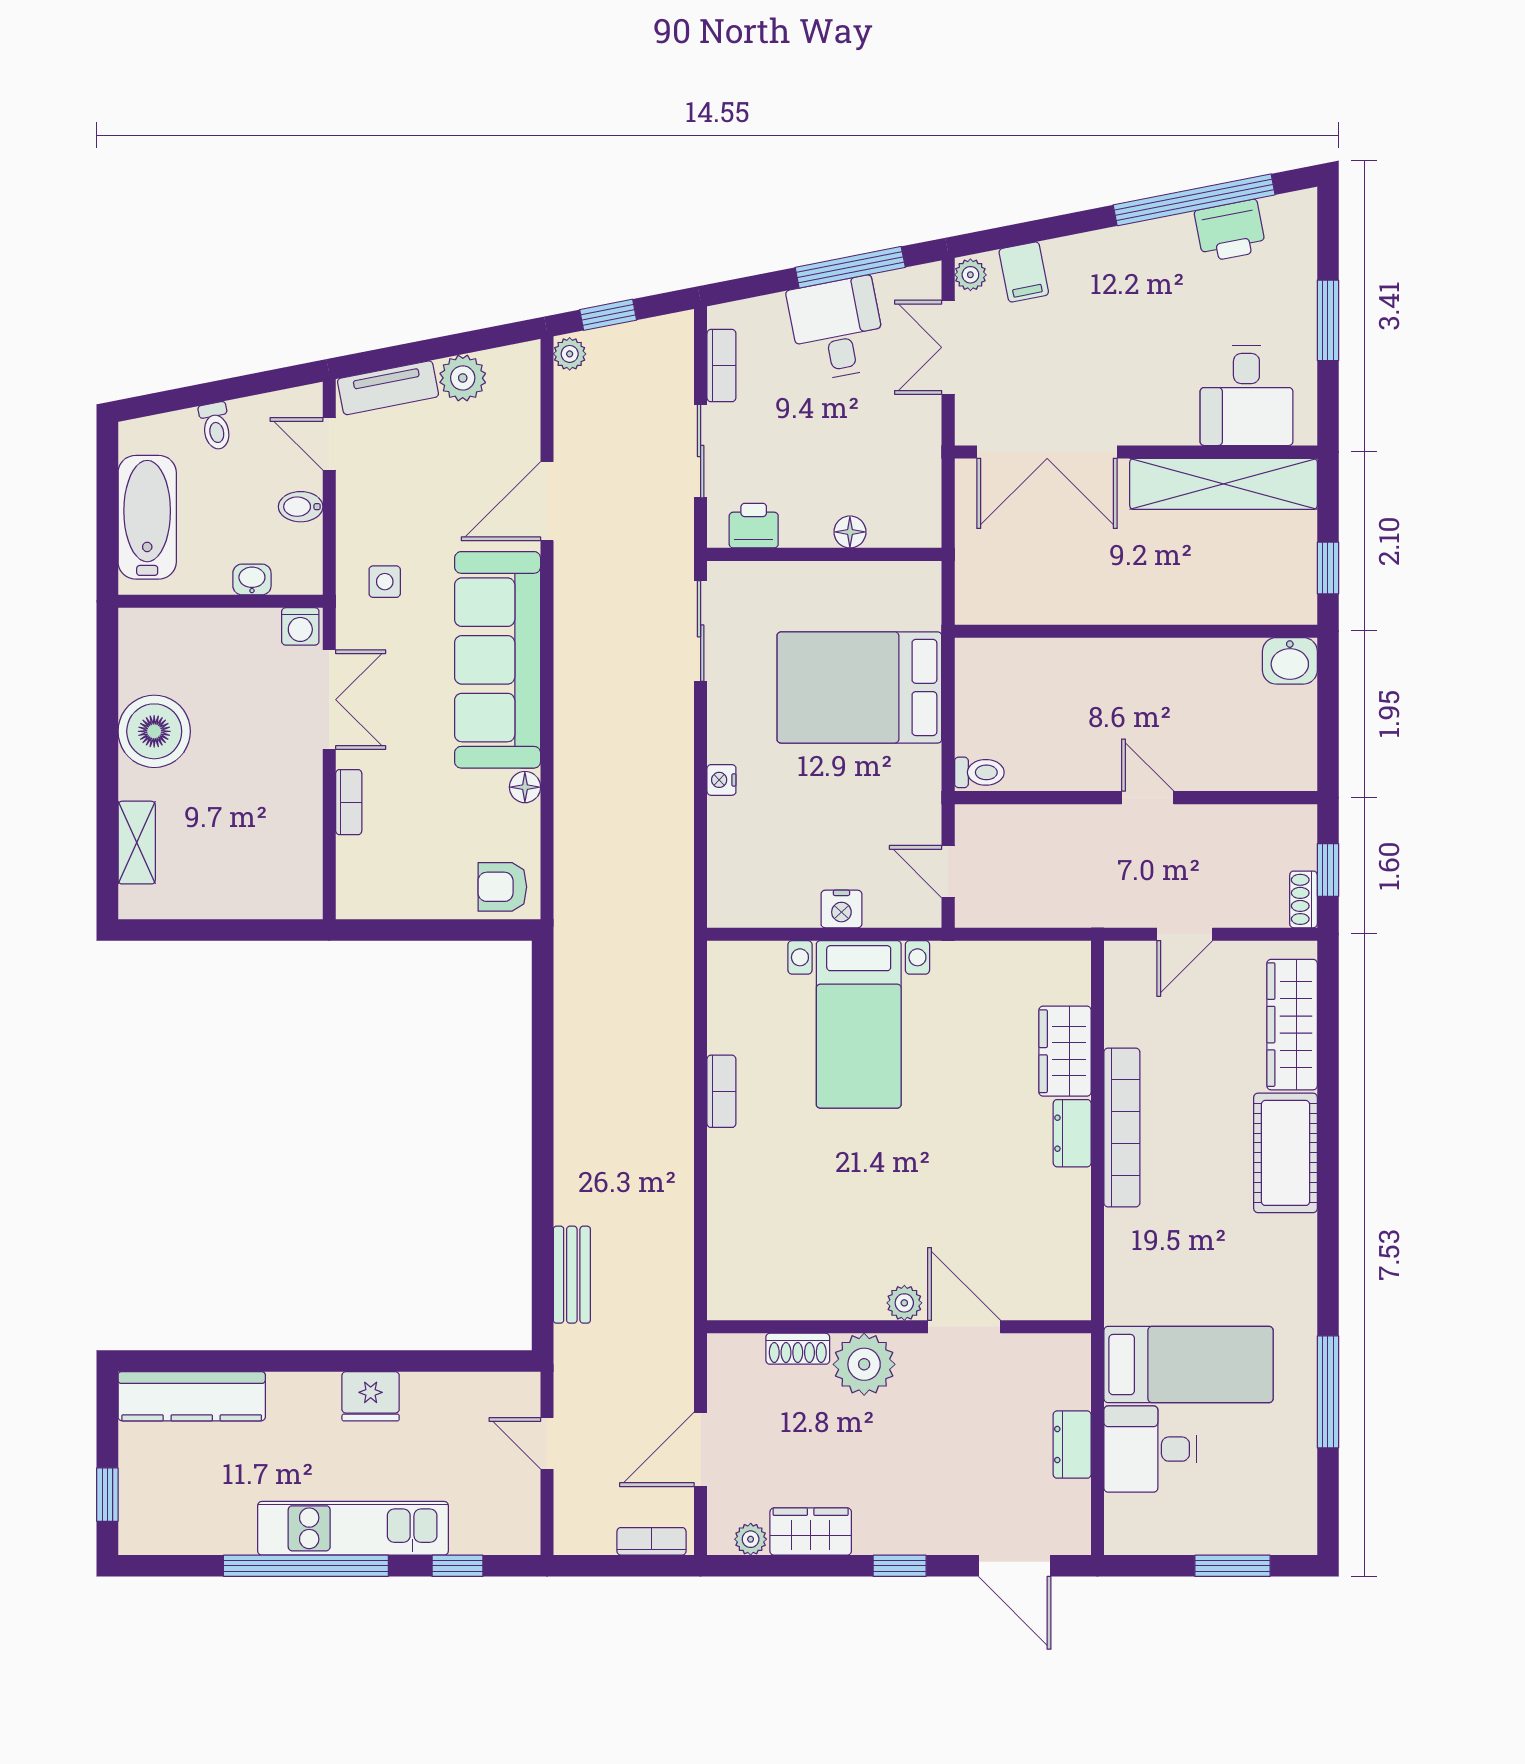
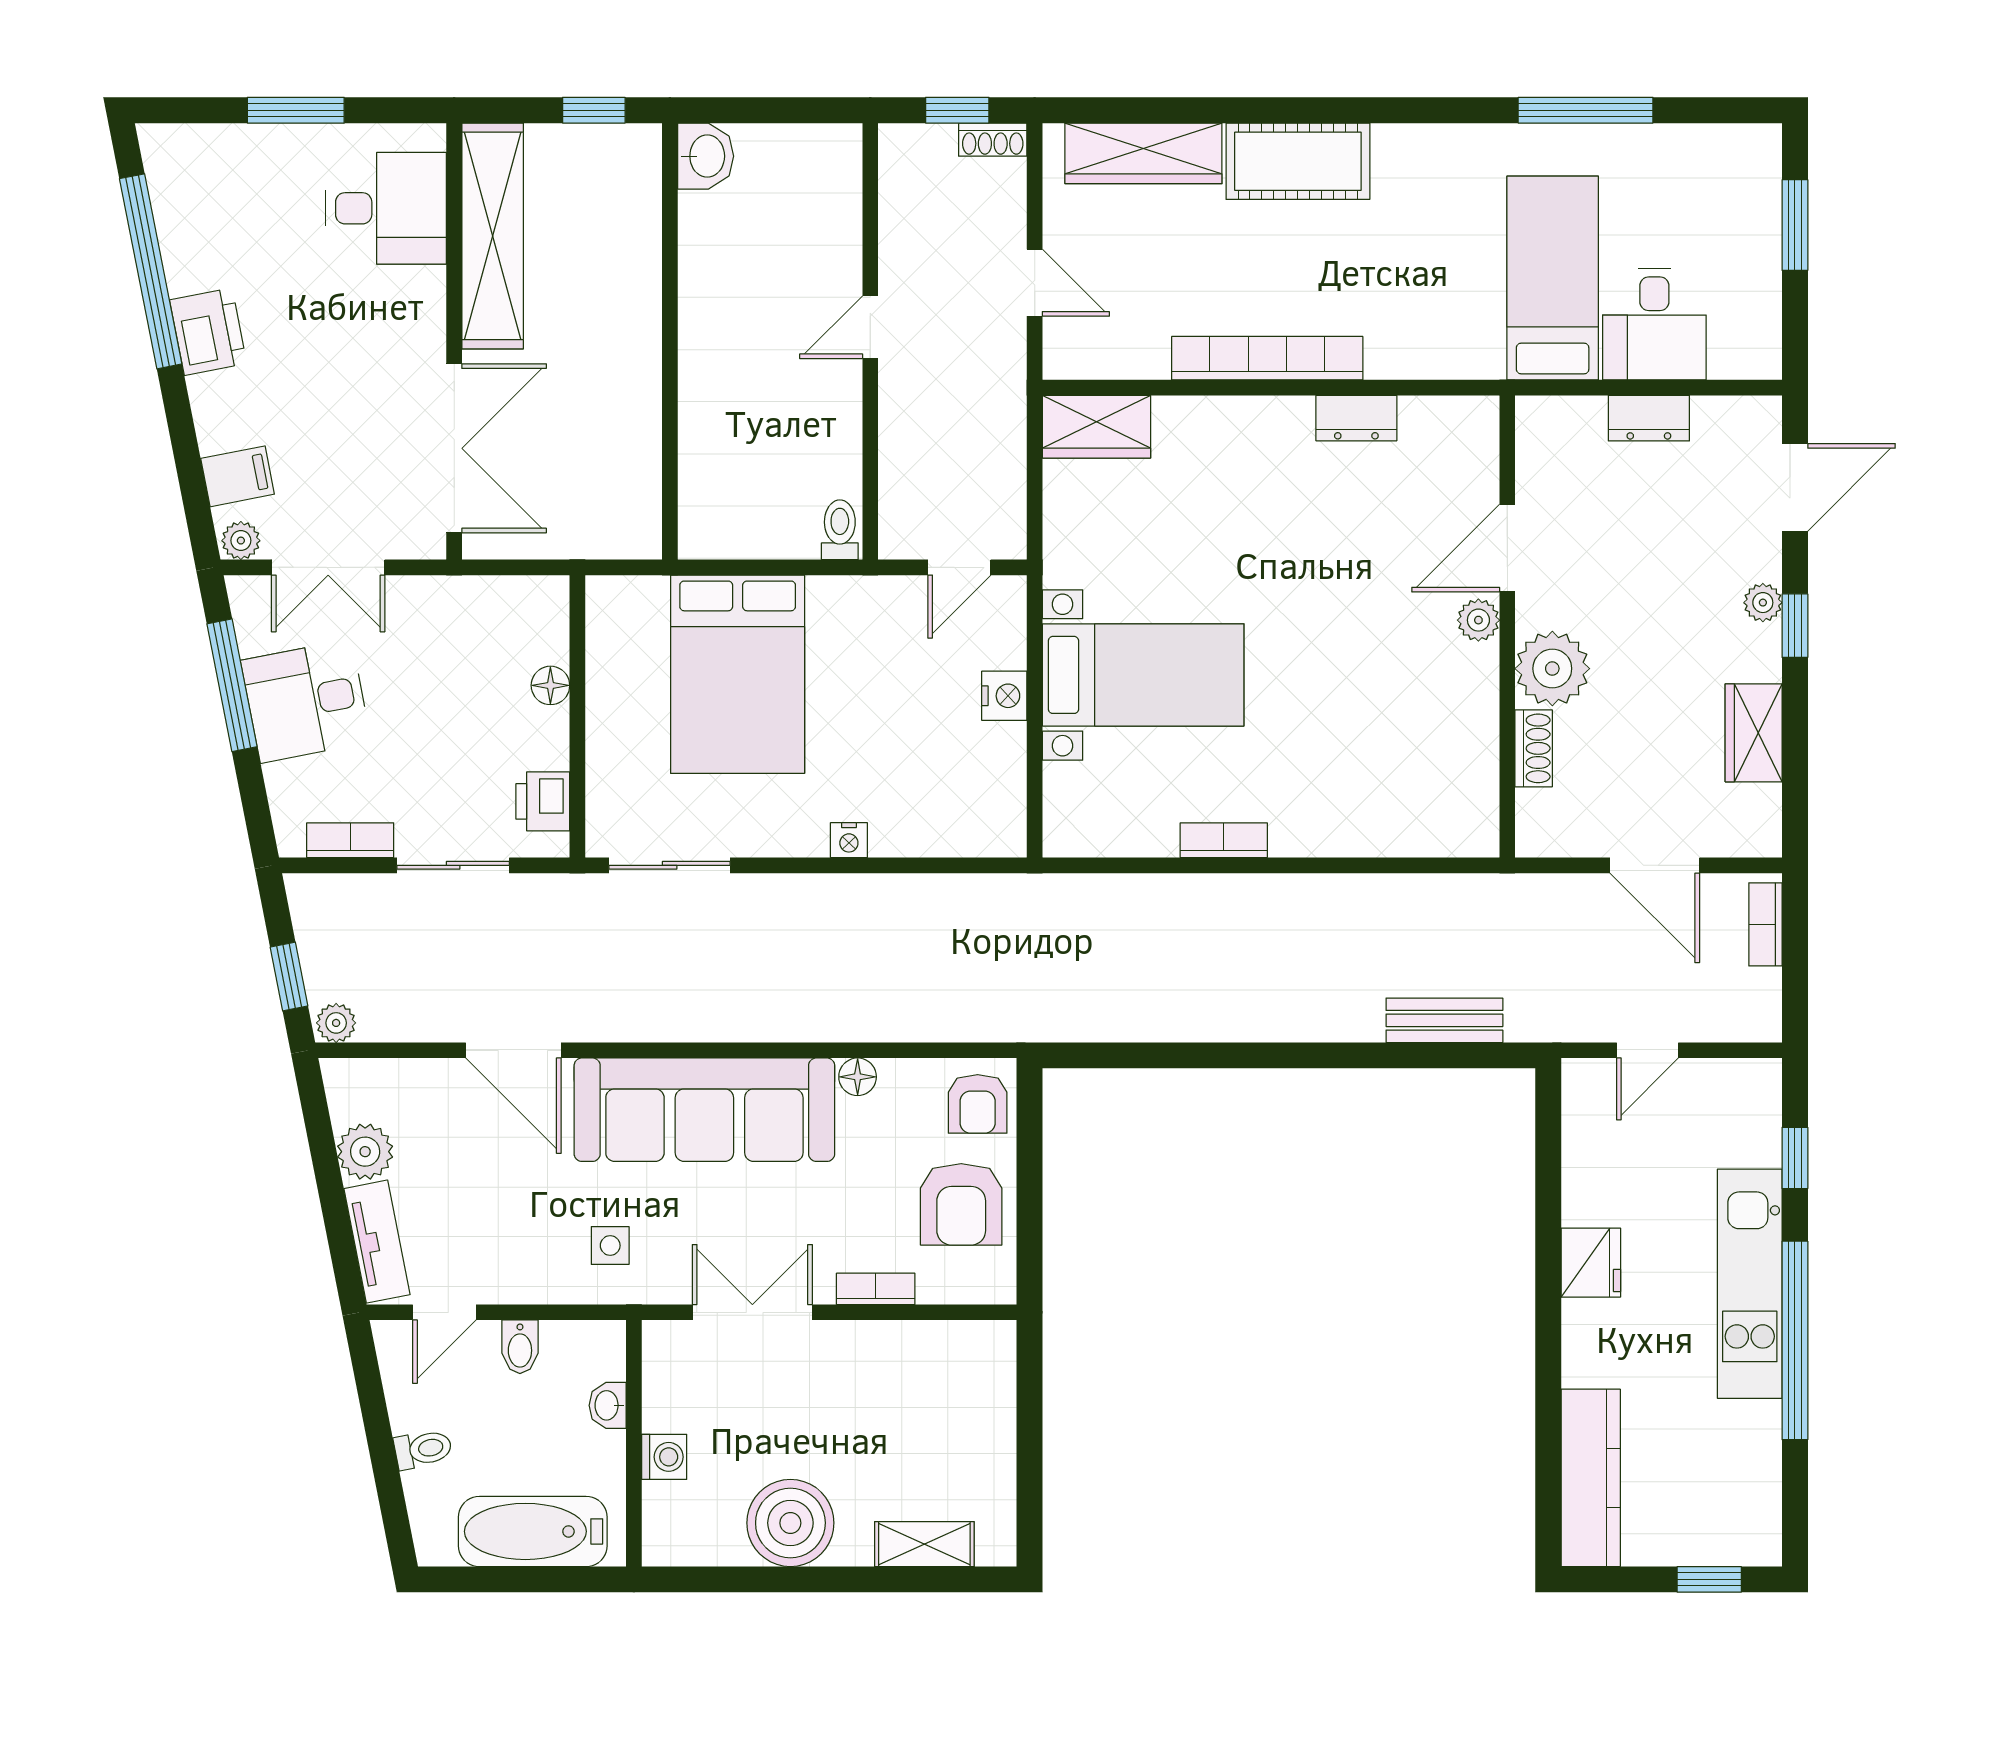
printer: (1230, 231) -> (208, 332), moved
washing machine: (300, 626) -> (664, 1457), moved
armchair: (419, 873) -> (961, 1204), added
wardrobe: (1065, 1051) -> (1096, 427), moved
dresser: (1072, 1133) -> (1356, 418), moved
plant: (751, 1539) -> (1763, 603), moved

